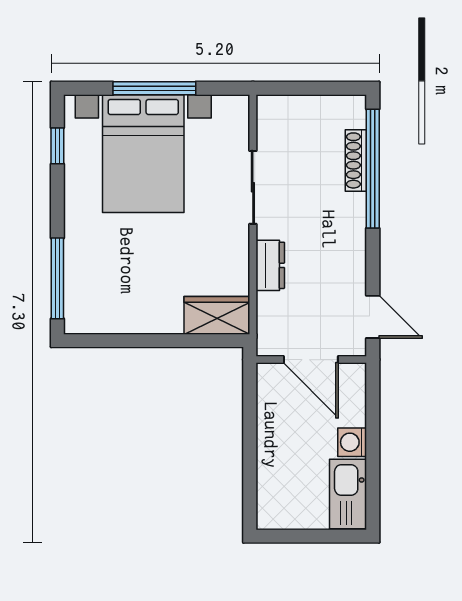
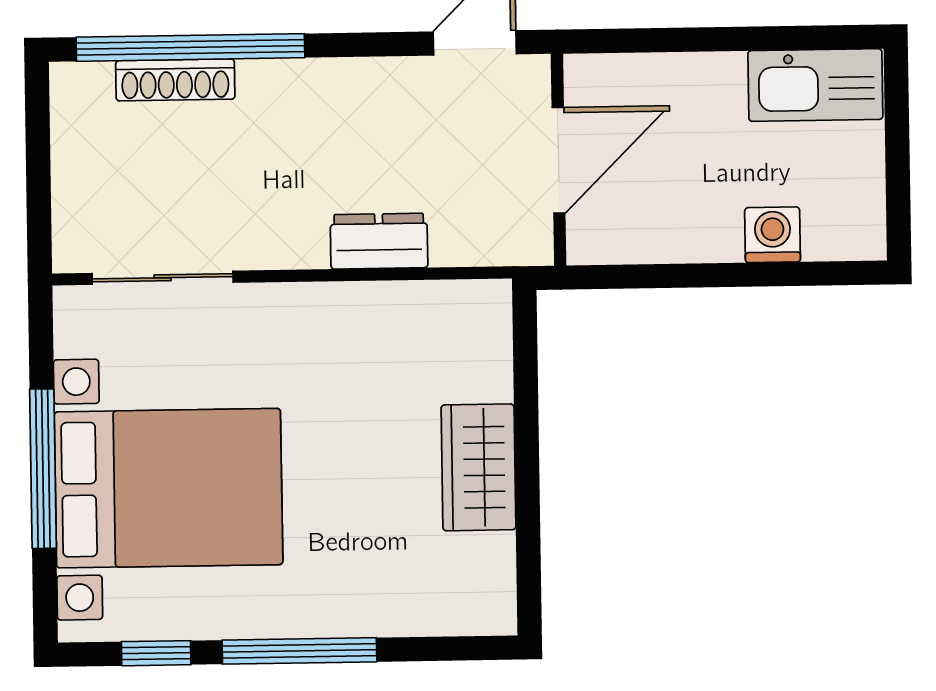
sliding door: (253, 187) -> (163, 278), moved
window: (57, 278) -> (299, 651), moved
wardrobe: (217, 315) -> (478, 467), moved
washing machine: (352, 442) -> (773, 235), moved, turned 180

